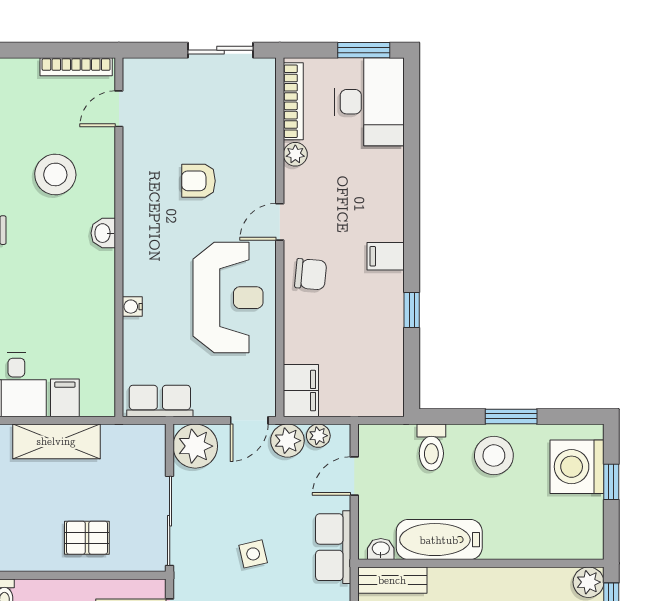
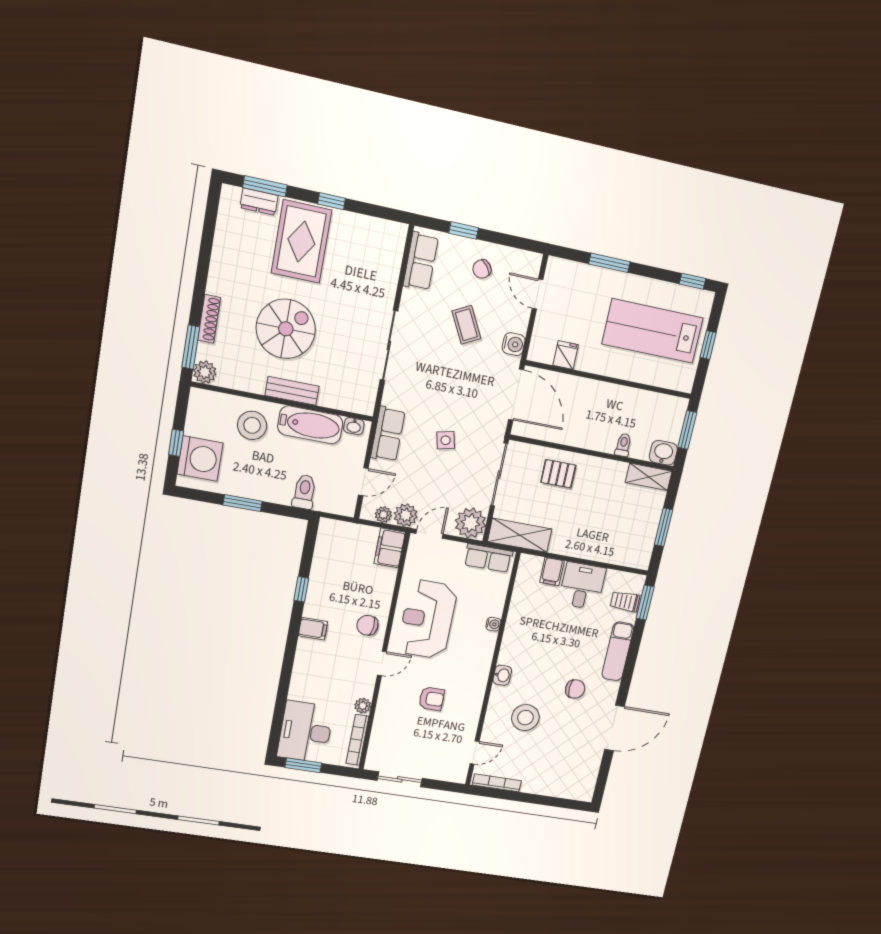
shelving: (56, 441) -> (520, 535), moved
stool: (494, 455) -> (252, 425), moved
bench: (392, 580) -> (292, 391), moved

